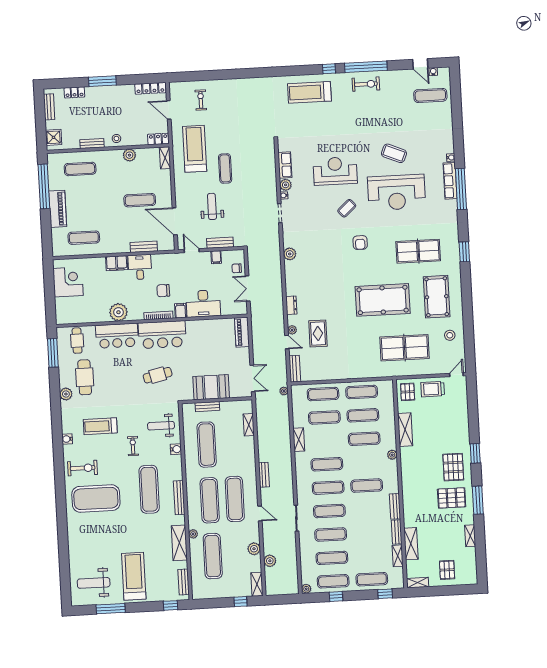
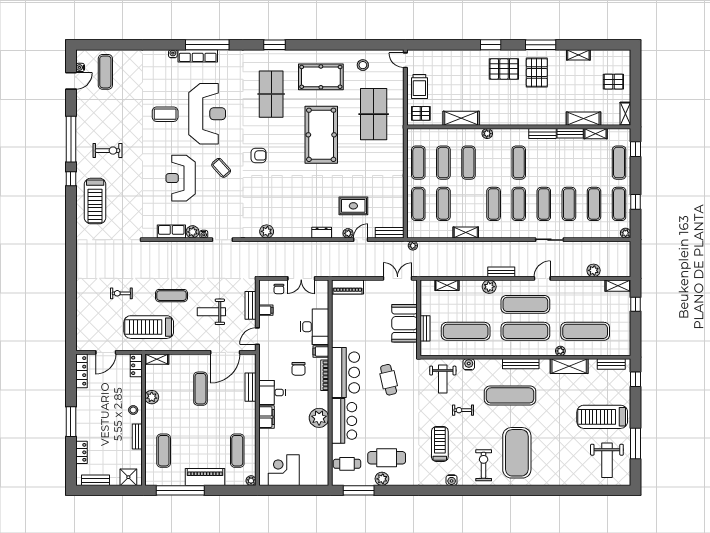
exercise bike: (366, 84) -> (107, 151), moved, turned 90
exercise bike: (201, 100) -> (121, 293), moved
coffee table: (394, 153) -> (165, 114), turned 67
plant: (57, 252) -> (251, 481), added
plant: (66, 394) -> (382, 479), moved
treadmill: (100, 426) -> (440, 444), turned 180
plant: (254, 549) -> (489, 287), moved

